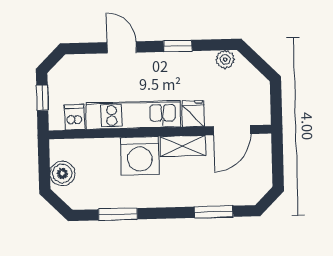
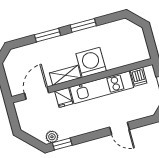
window: (178, 46) -> (62, 144), moved
boiler: (62, 173) -> (137, 39), removed
window: (214, 212) -> (48, 35), moved
window: (118, 214) -> (83, 25), moved

